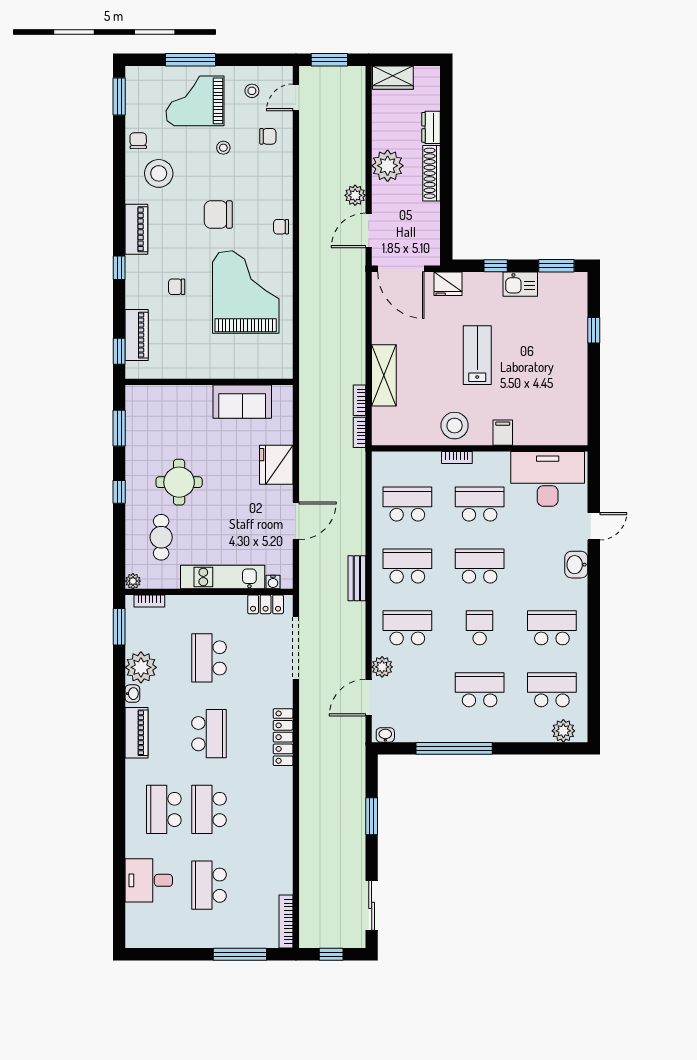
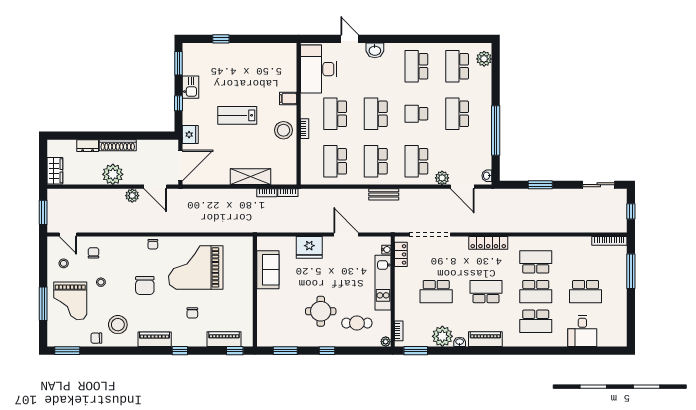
school desk: (254, 809) -> (536, 262), added

